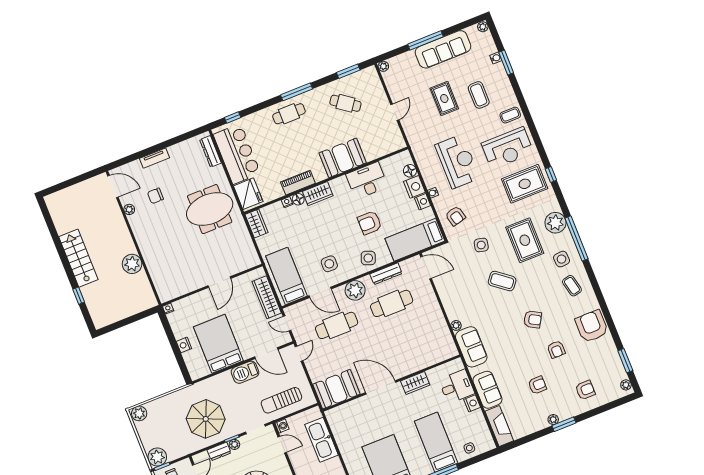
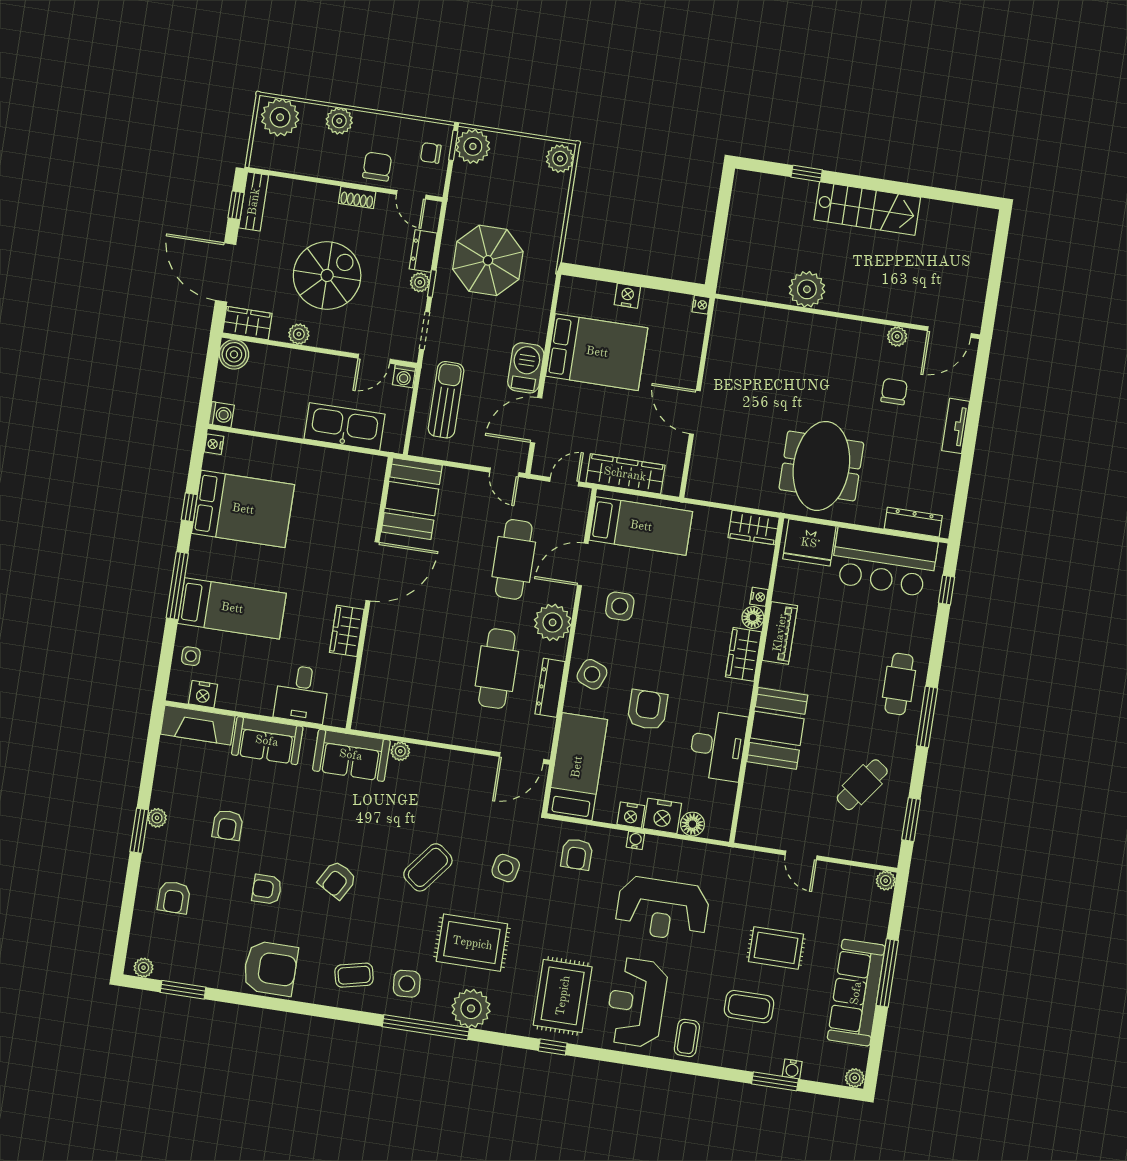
armchair: (455, 216) -> (577, 854), turned -76
nightstand: (472, 403) -> (203, 694), moved

